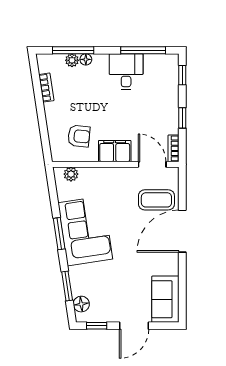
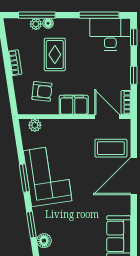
desk: (126, 72) -> (110, 34), moved, width x1.37
bookcase: (46, 88) -> (15, 63), moved
rug: (93, 95) -> (55, 55), added

